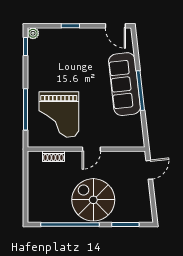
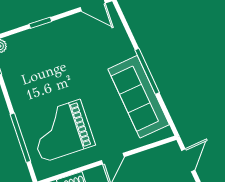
sofa: (124, 84) -> (139, 97), moved
grand piano: (59, 115) -> (61, 131), turned 90

